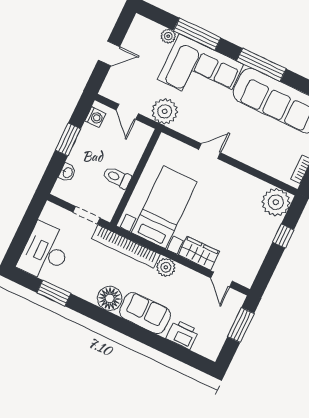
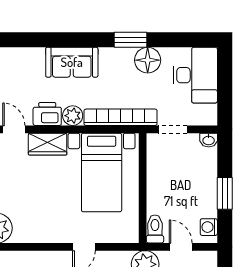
washbasin: (67, 173) -> (209, 140), moved, turned -90
toilet: (117, 177) -> (155, 229), moved, turned -90
window: (54, 293) -> (130, 40), moved
floor lamp: (110, 298) -> (148, 60), moved
printer: (182, 335) -> (47, 114), moved, turned 180

